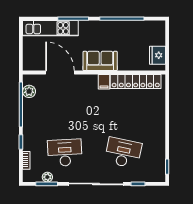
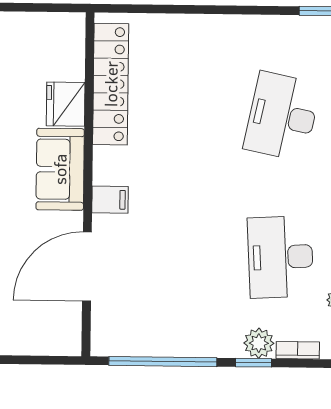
fridge: (157, 55) -> (66, 104), moved, turned 90
filing cabinet: (104, 82) -> (110, 200), moved
plant: (29, 91) -> (259, 343), moved

